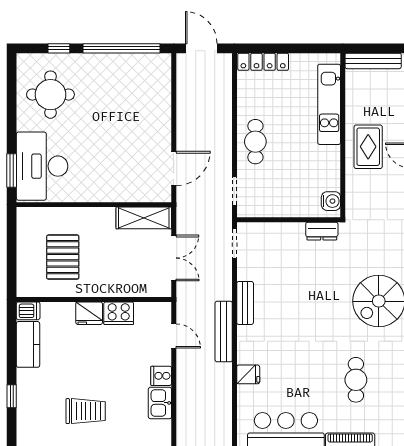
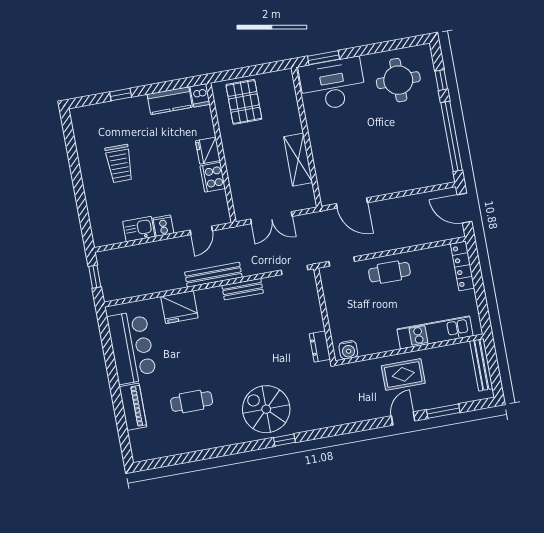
door: (201, 48) -> (465, 208), swing flipped
shelving: (144, 218) -> (298, 160), moved
pallet: (63, 257) -> (244, 102), moved, turned 90
fridge: (248, 374) -> (179, 307), width x1.88, depth x1.34

